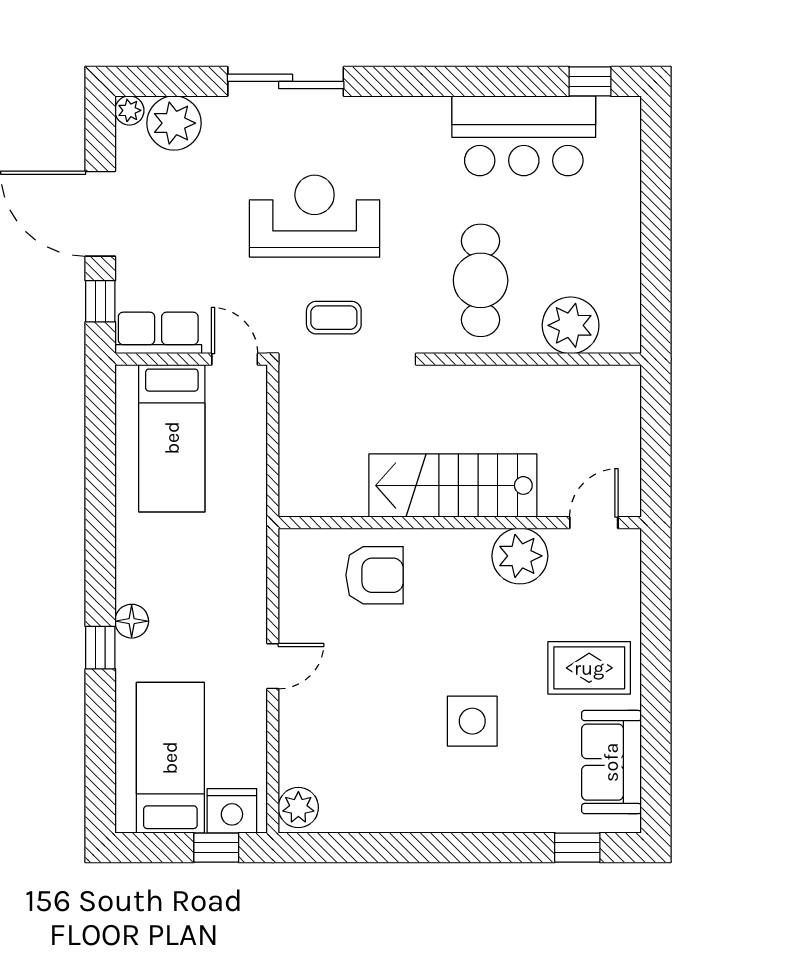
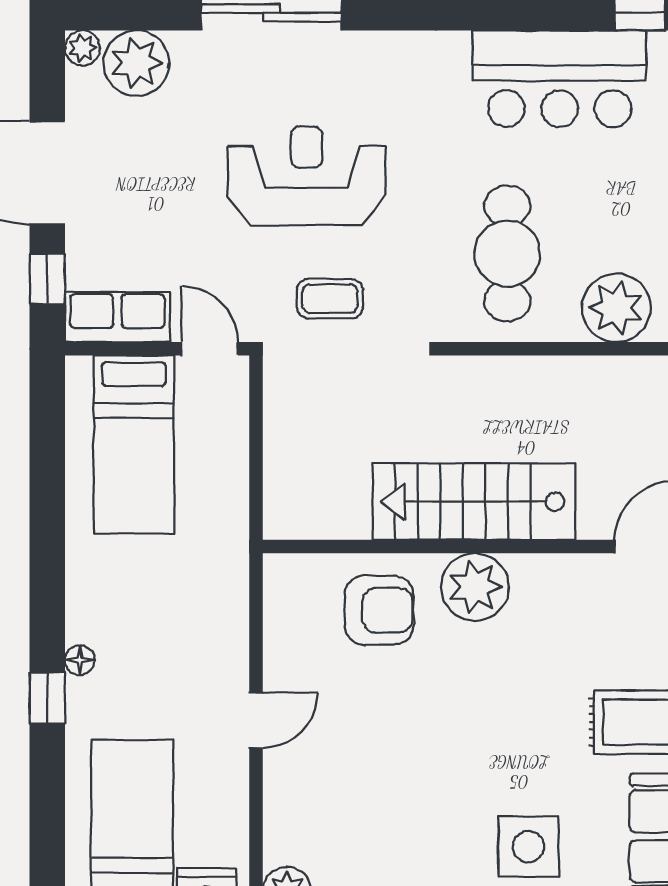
plant: (520, 556) -> (475, 587), moved
floor lamp: (132, 621) -> (80, 660), width x0.73, depth x0.73
side table: (472, 721) -> (528, 847), moved

